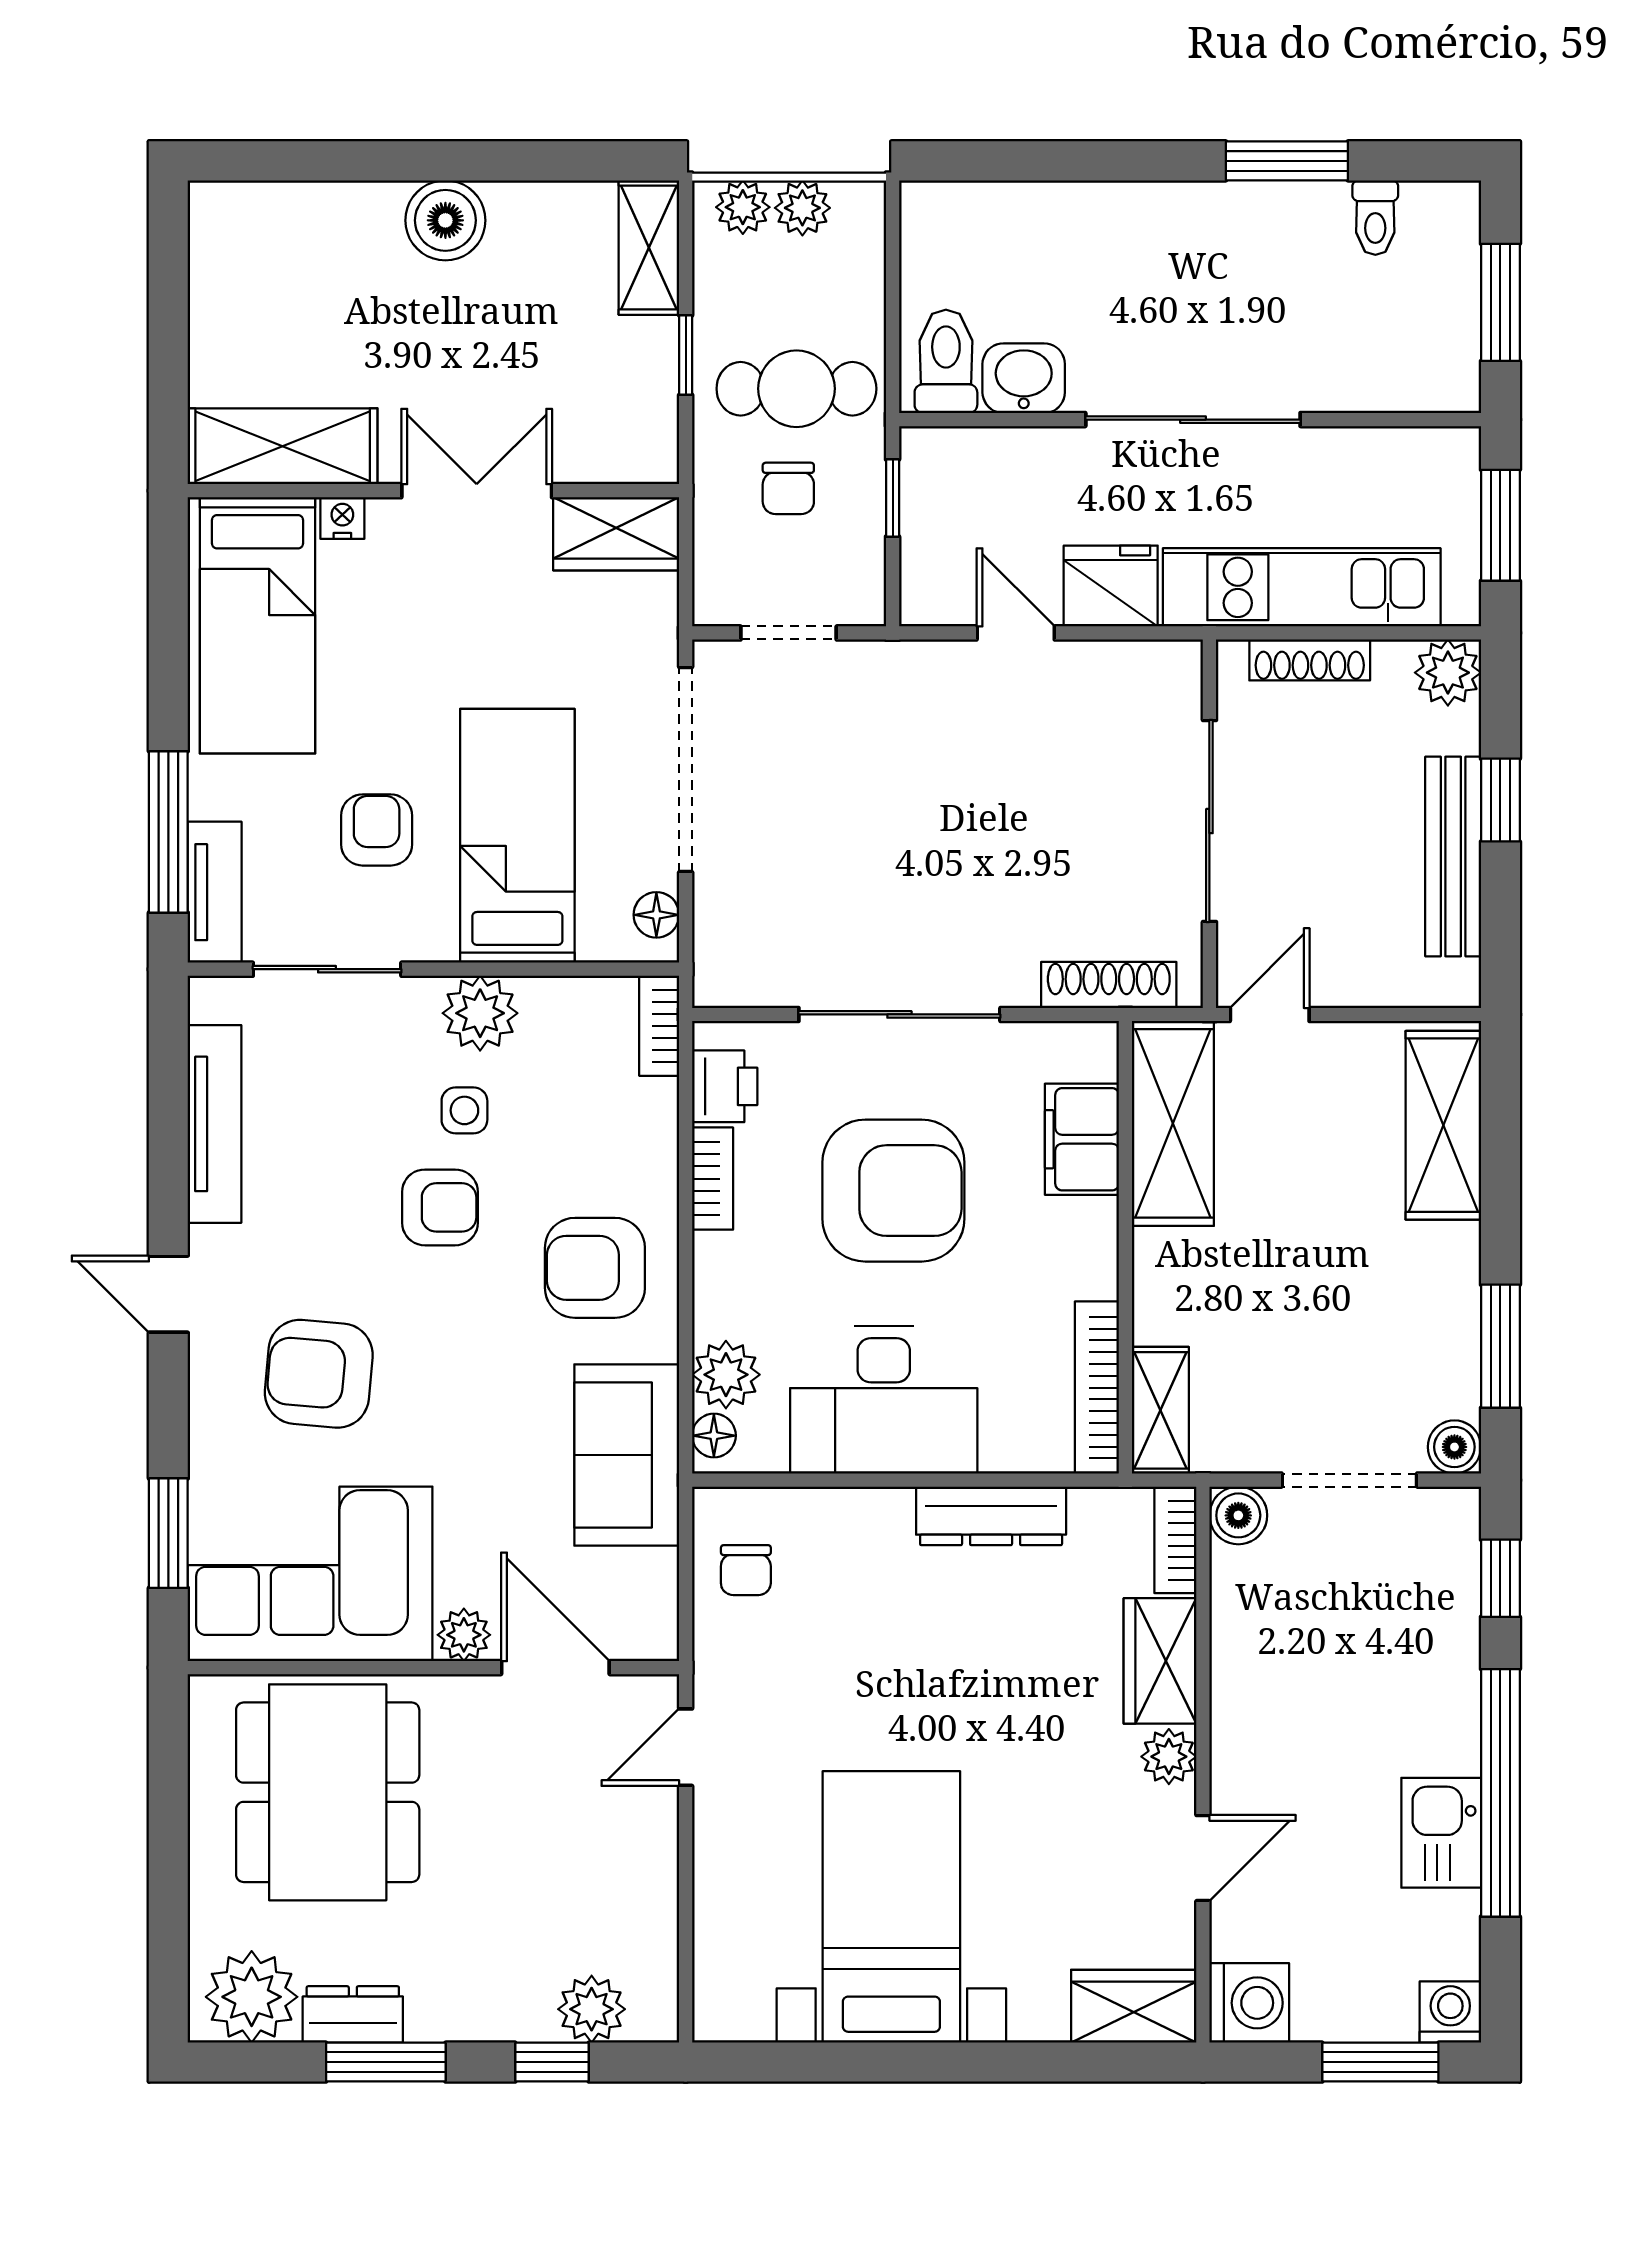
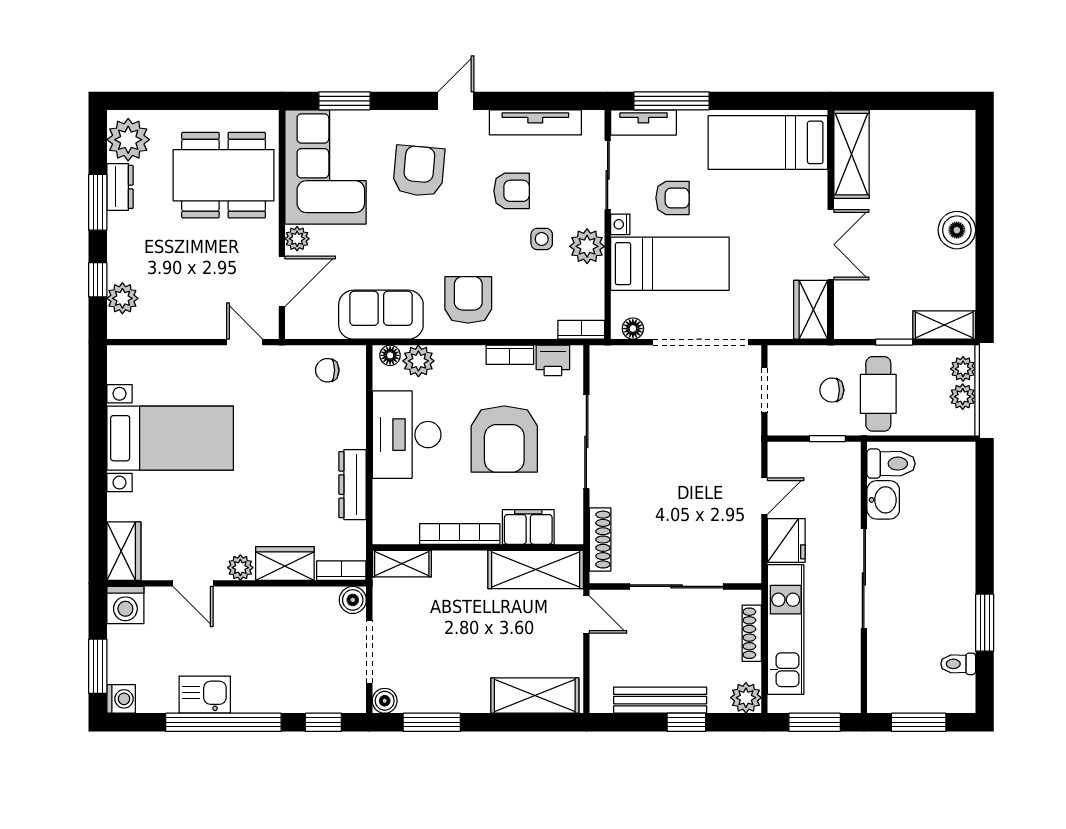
nightstand: (342, 518) -> (620, 224), moved, turned 180
armchair: (440, 1207) -> (512, 191), moved, turned -90
bookcase: (1097, 1388) -> (460, 534), moved

